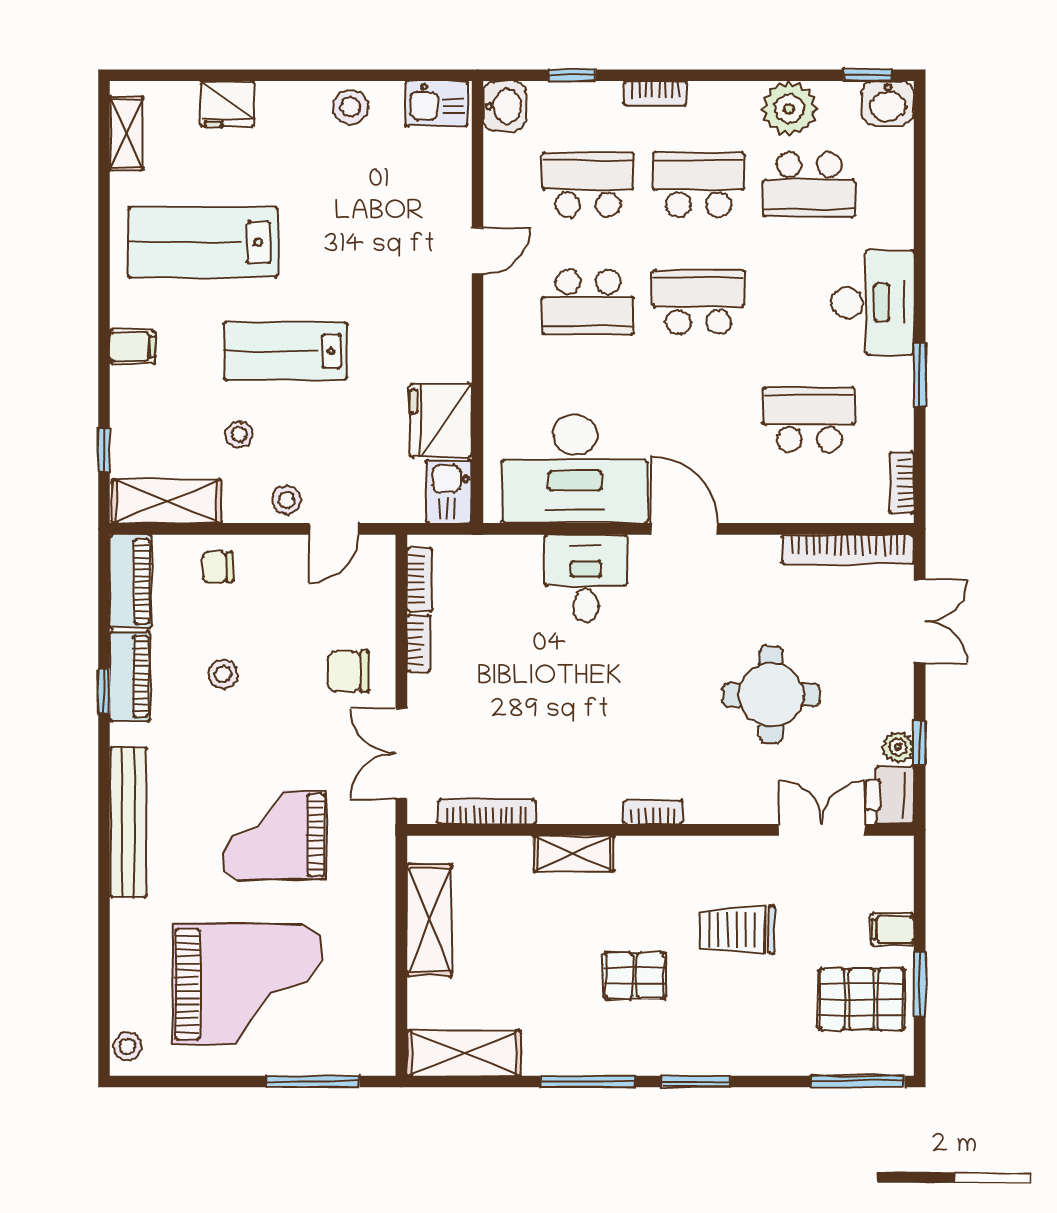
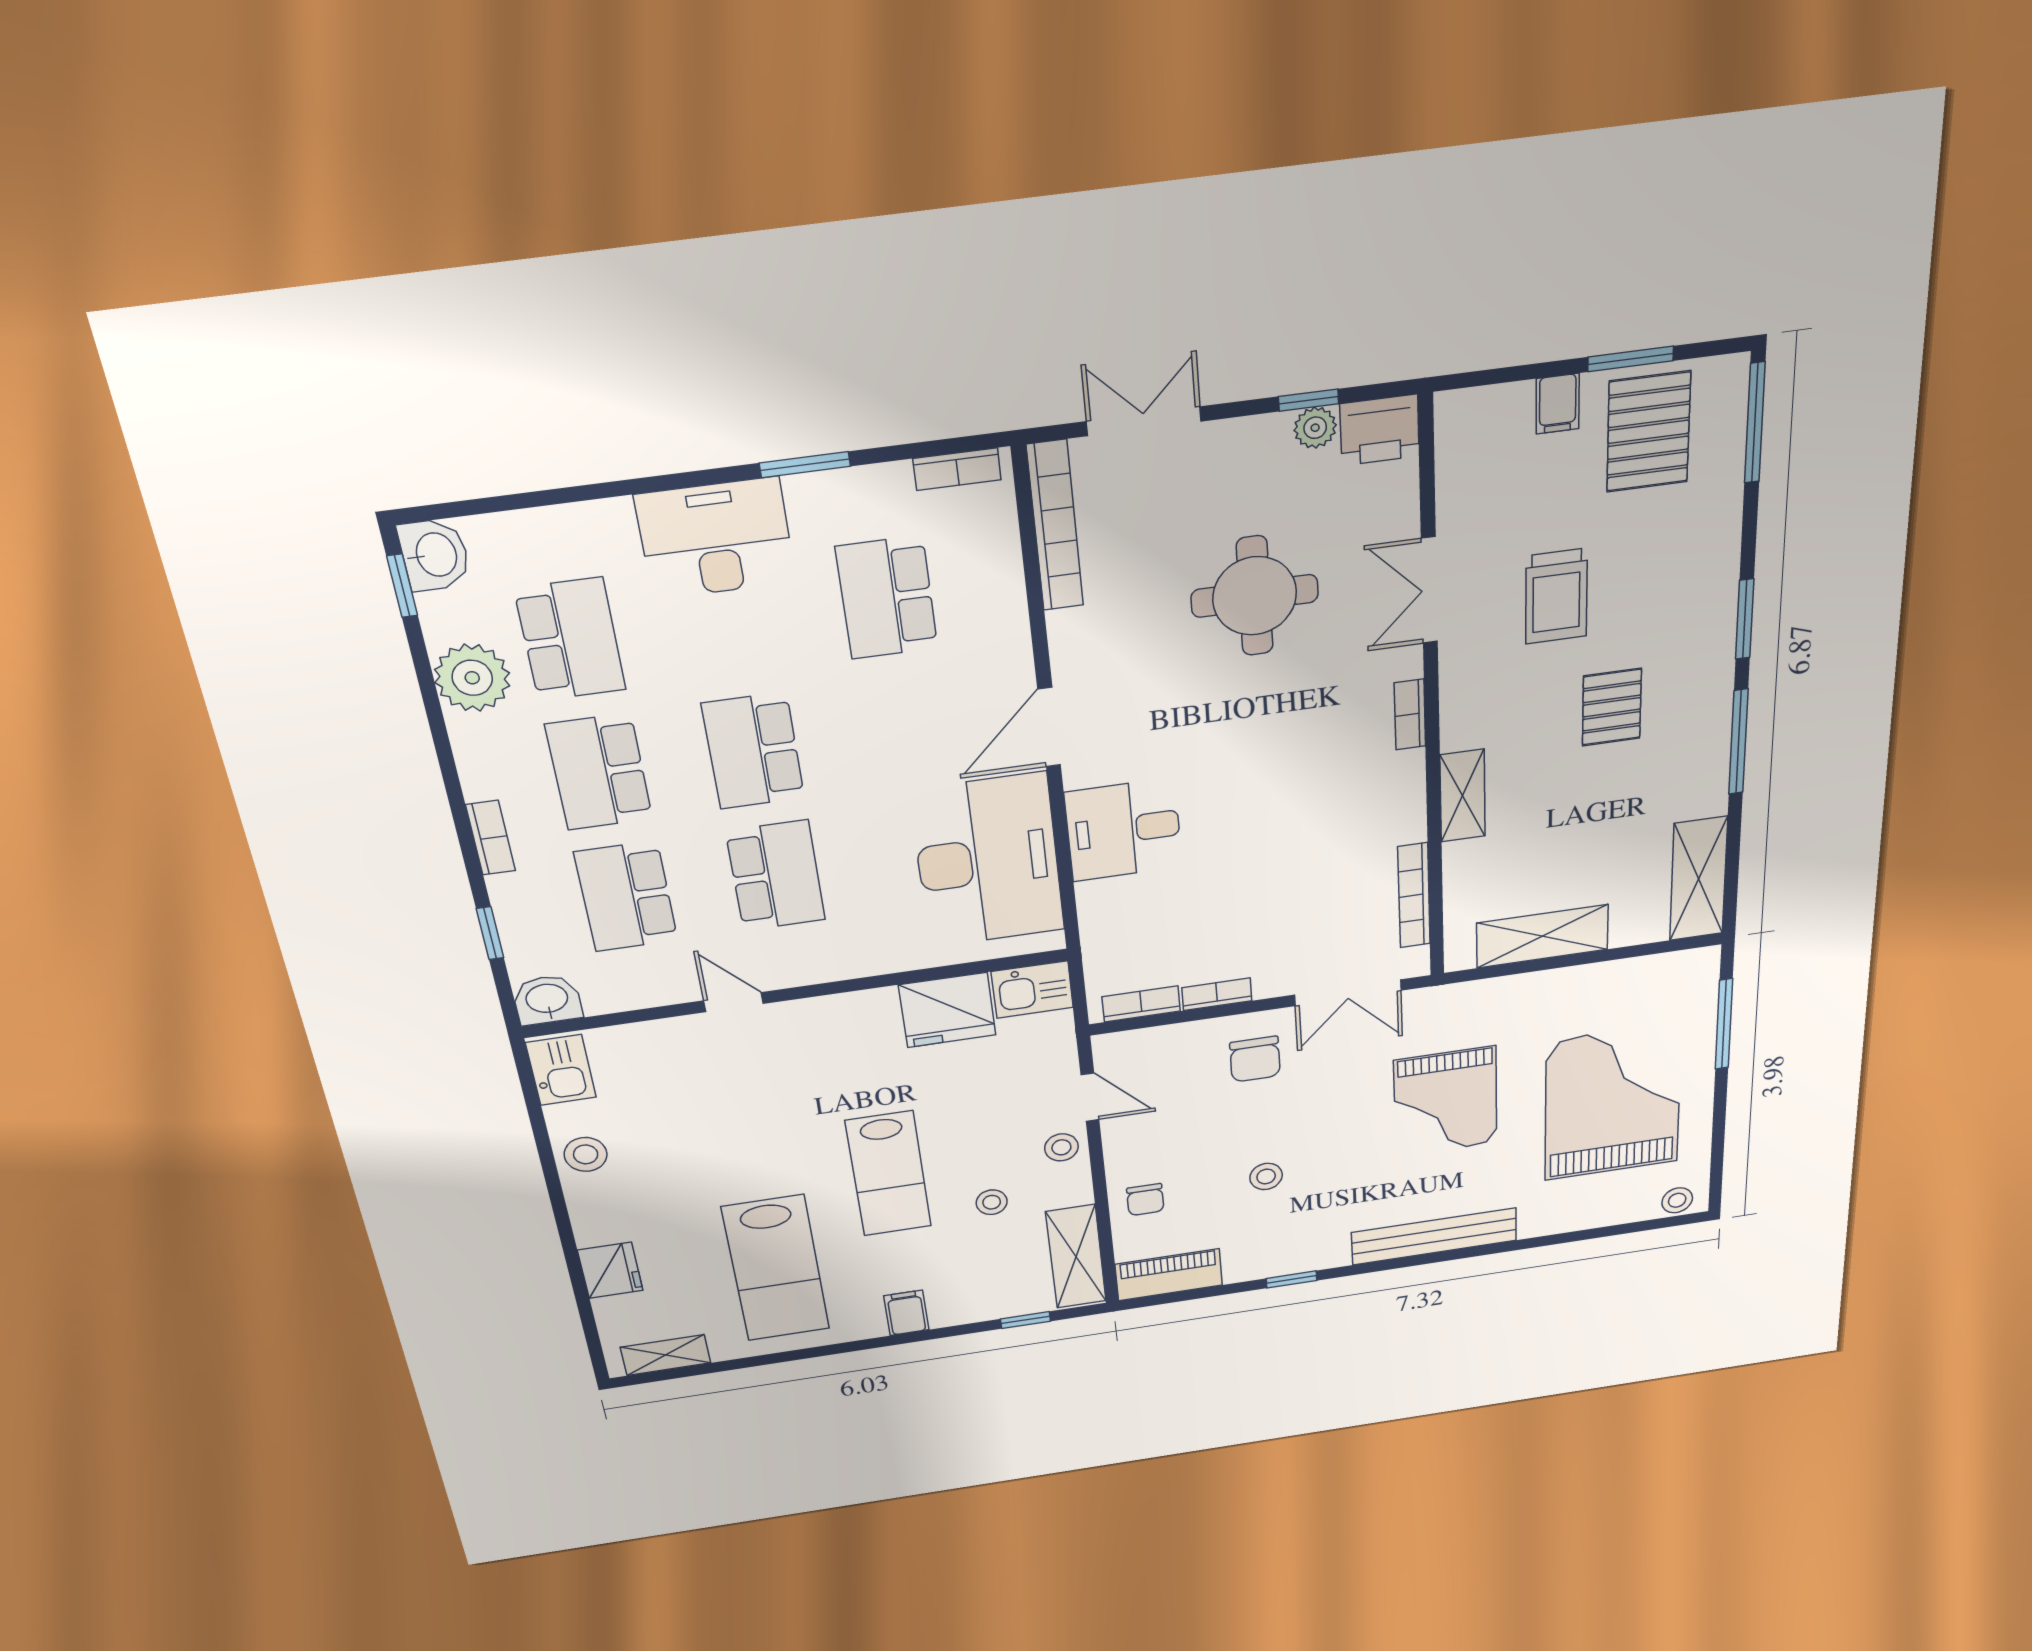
piano: (130, 676) -> (1274, 1259), removed
double door: (822, 830) -> (1429, 590), moved

